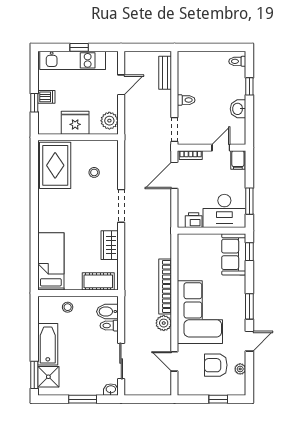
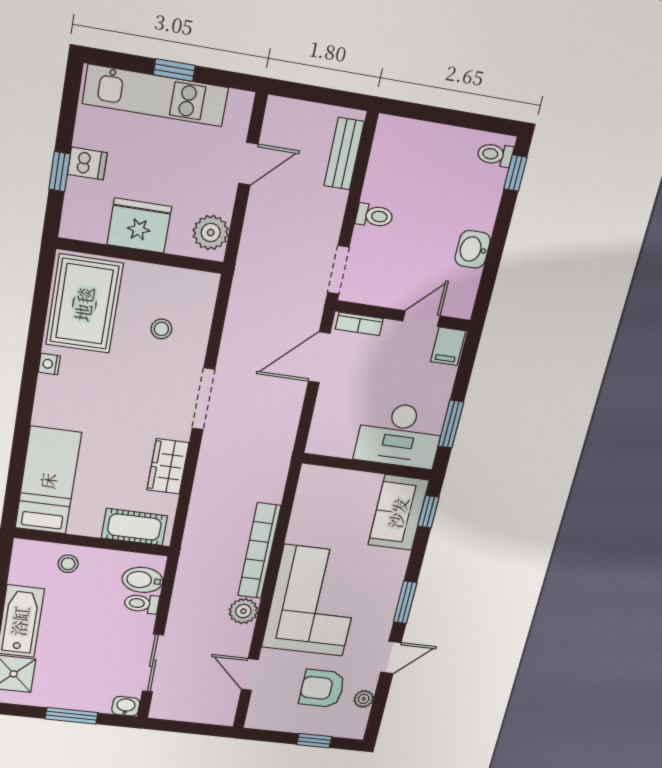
window: (249, 86) -> (515, 173), moved
nightstand: (43, 199) -> (49, 364), added
printer: (194, 220) -> (338, 444), removed

